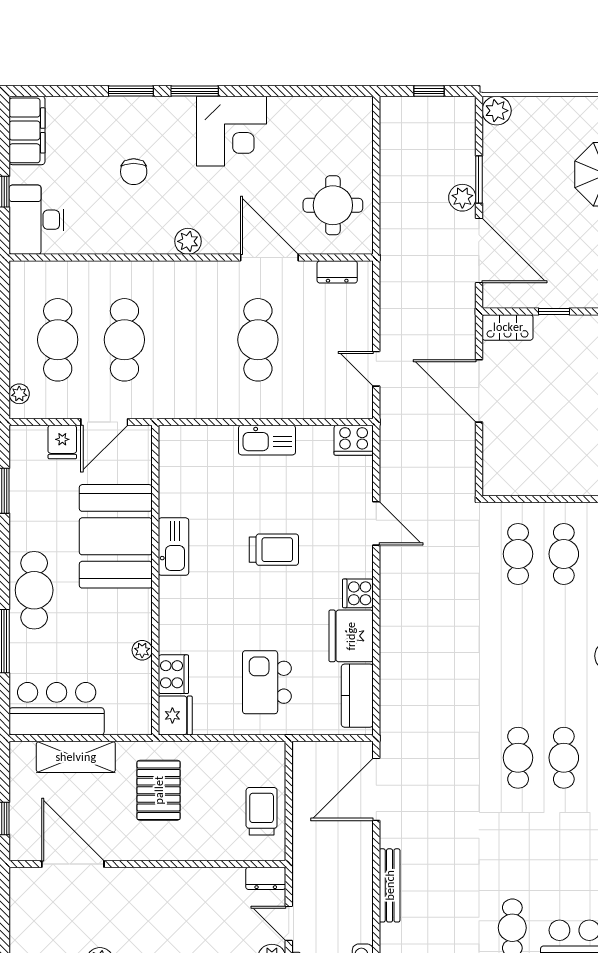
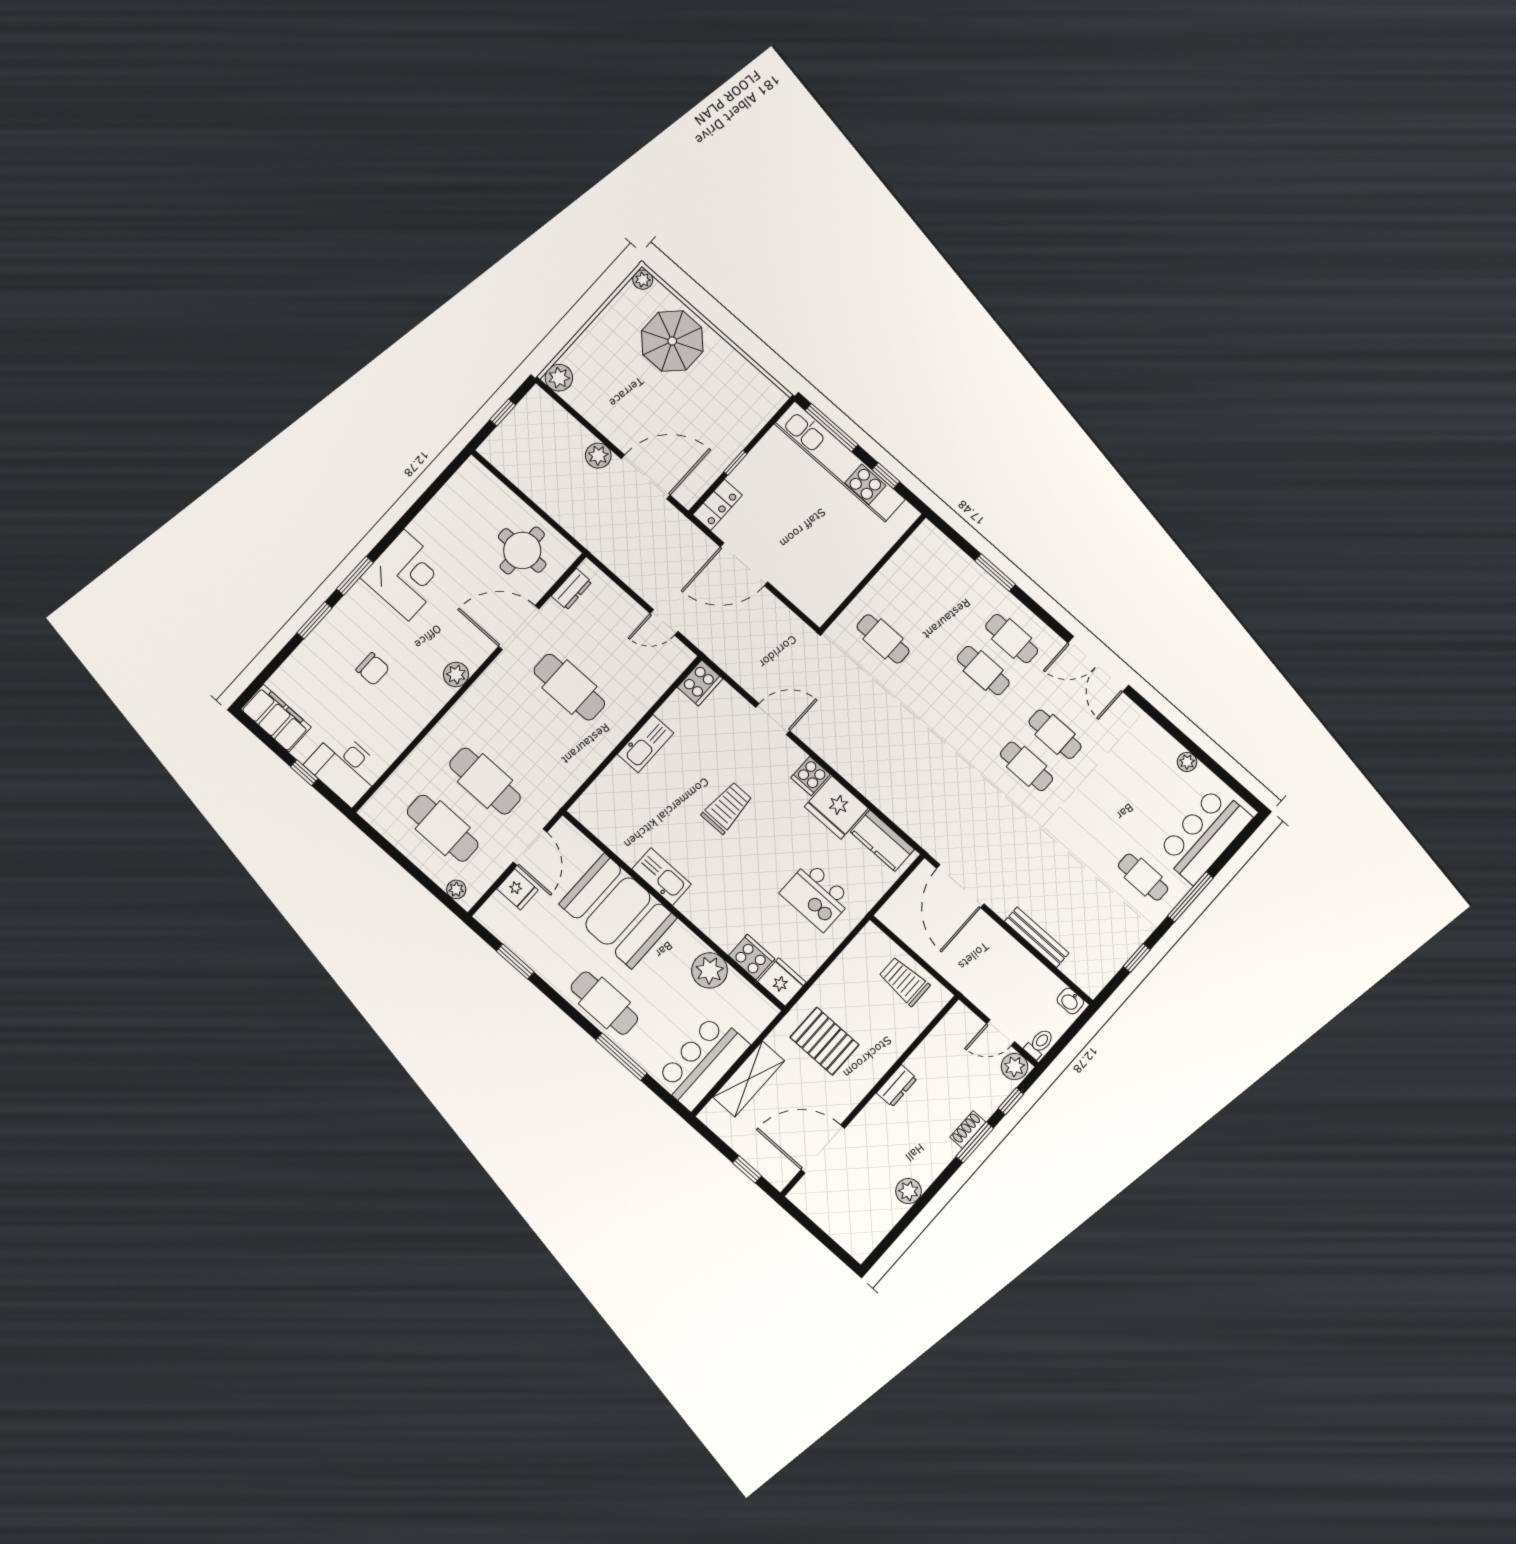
window: (479, 179) -> (596, 433), removed
cafe table: (564, 554) -> (983, 671), moved
plant: (142, 650) -> (710, 970), width x1.88, depth x1.88
dresser: (266, 878) -> (897, 1086), moved

